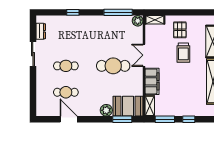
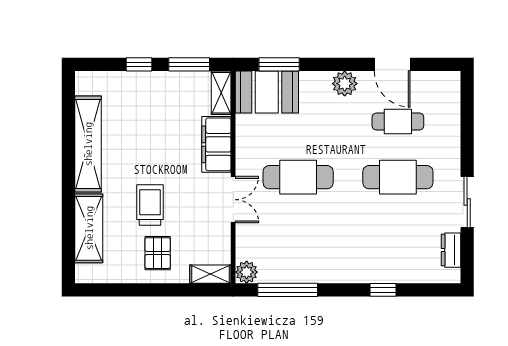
cafe table: (66, 66) -> (398, 177), width x1.37, depth x1.35
plant: (106, 110) -> (345, 84), moved

